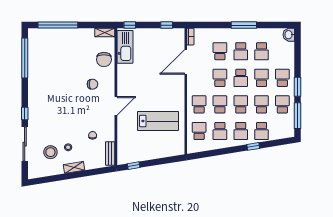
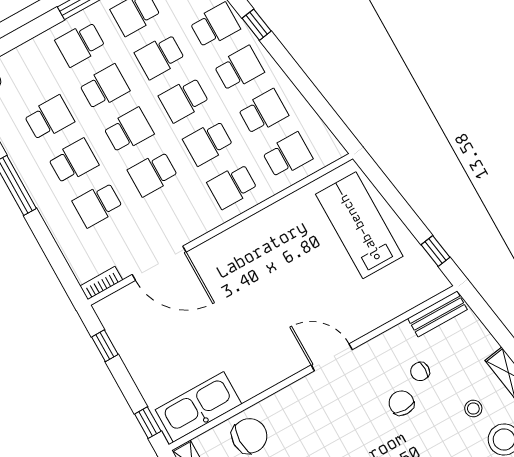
school desk: (262, 78) -> (104, 87), turned 180
chair: (92, 84) -> (401, 403), moved
lab bench: (158, 121) -> (359, 225), moved
school desk: (199, 131) -> (287, 155), turned 180

